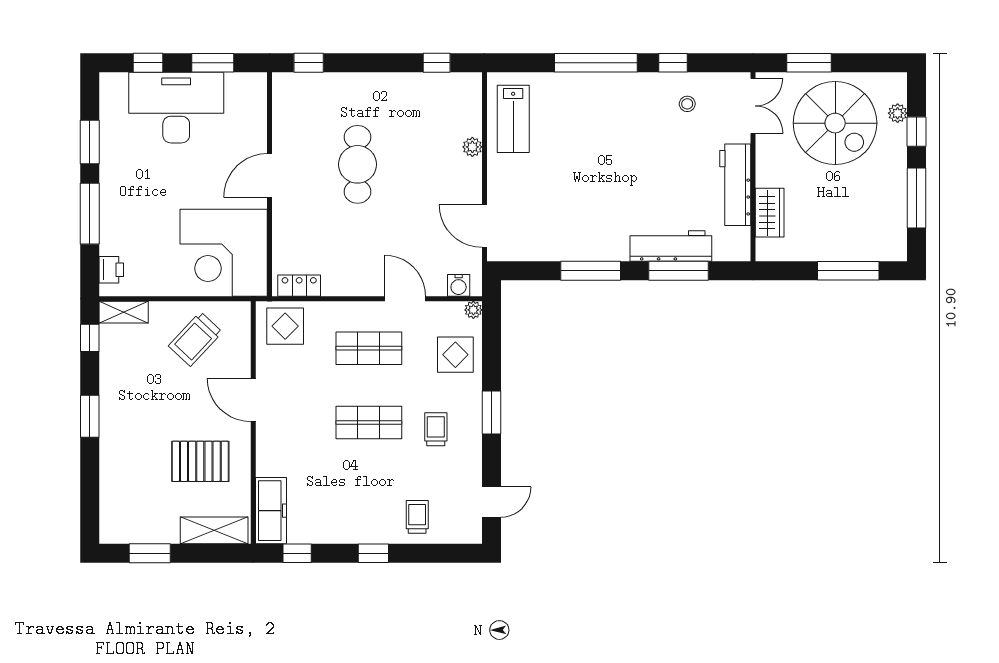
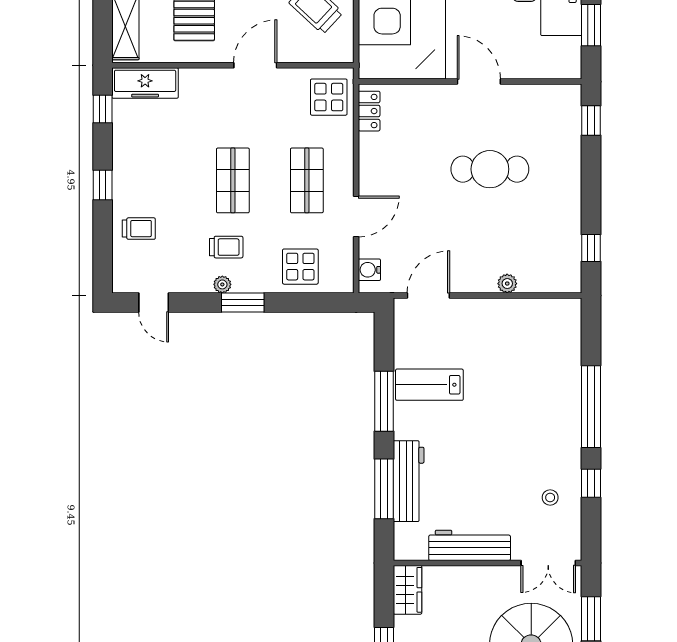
lab bench: (513, 119) -> (429, 385), moved
wardrobe: (770, 213) -> (408, 590), moved, turned -90
plant: (473, 310) -> (222, 284), moved

